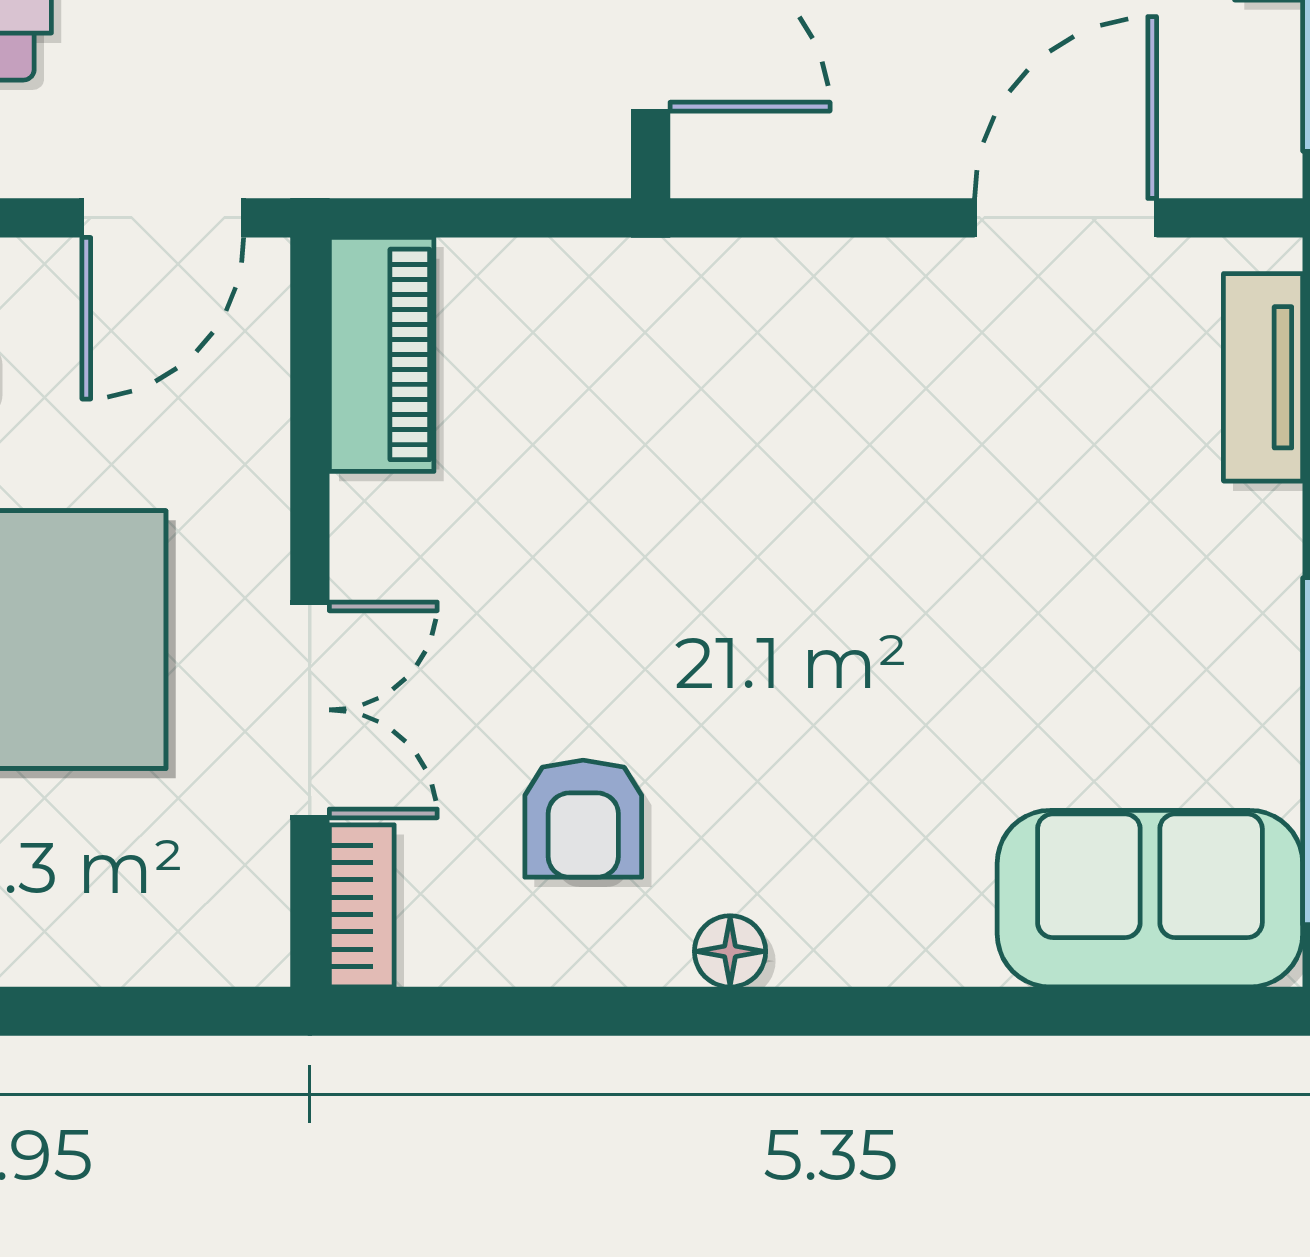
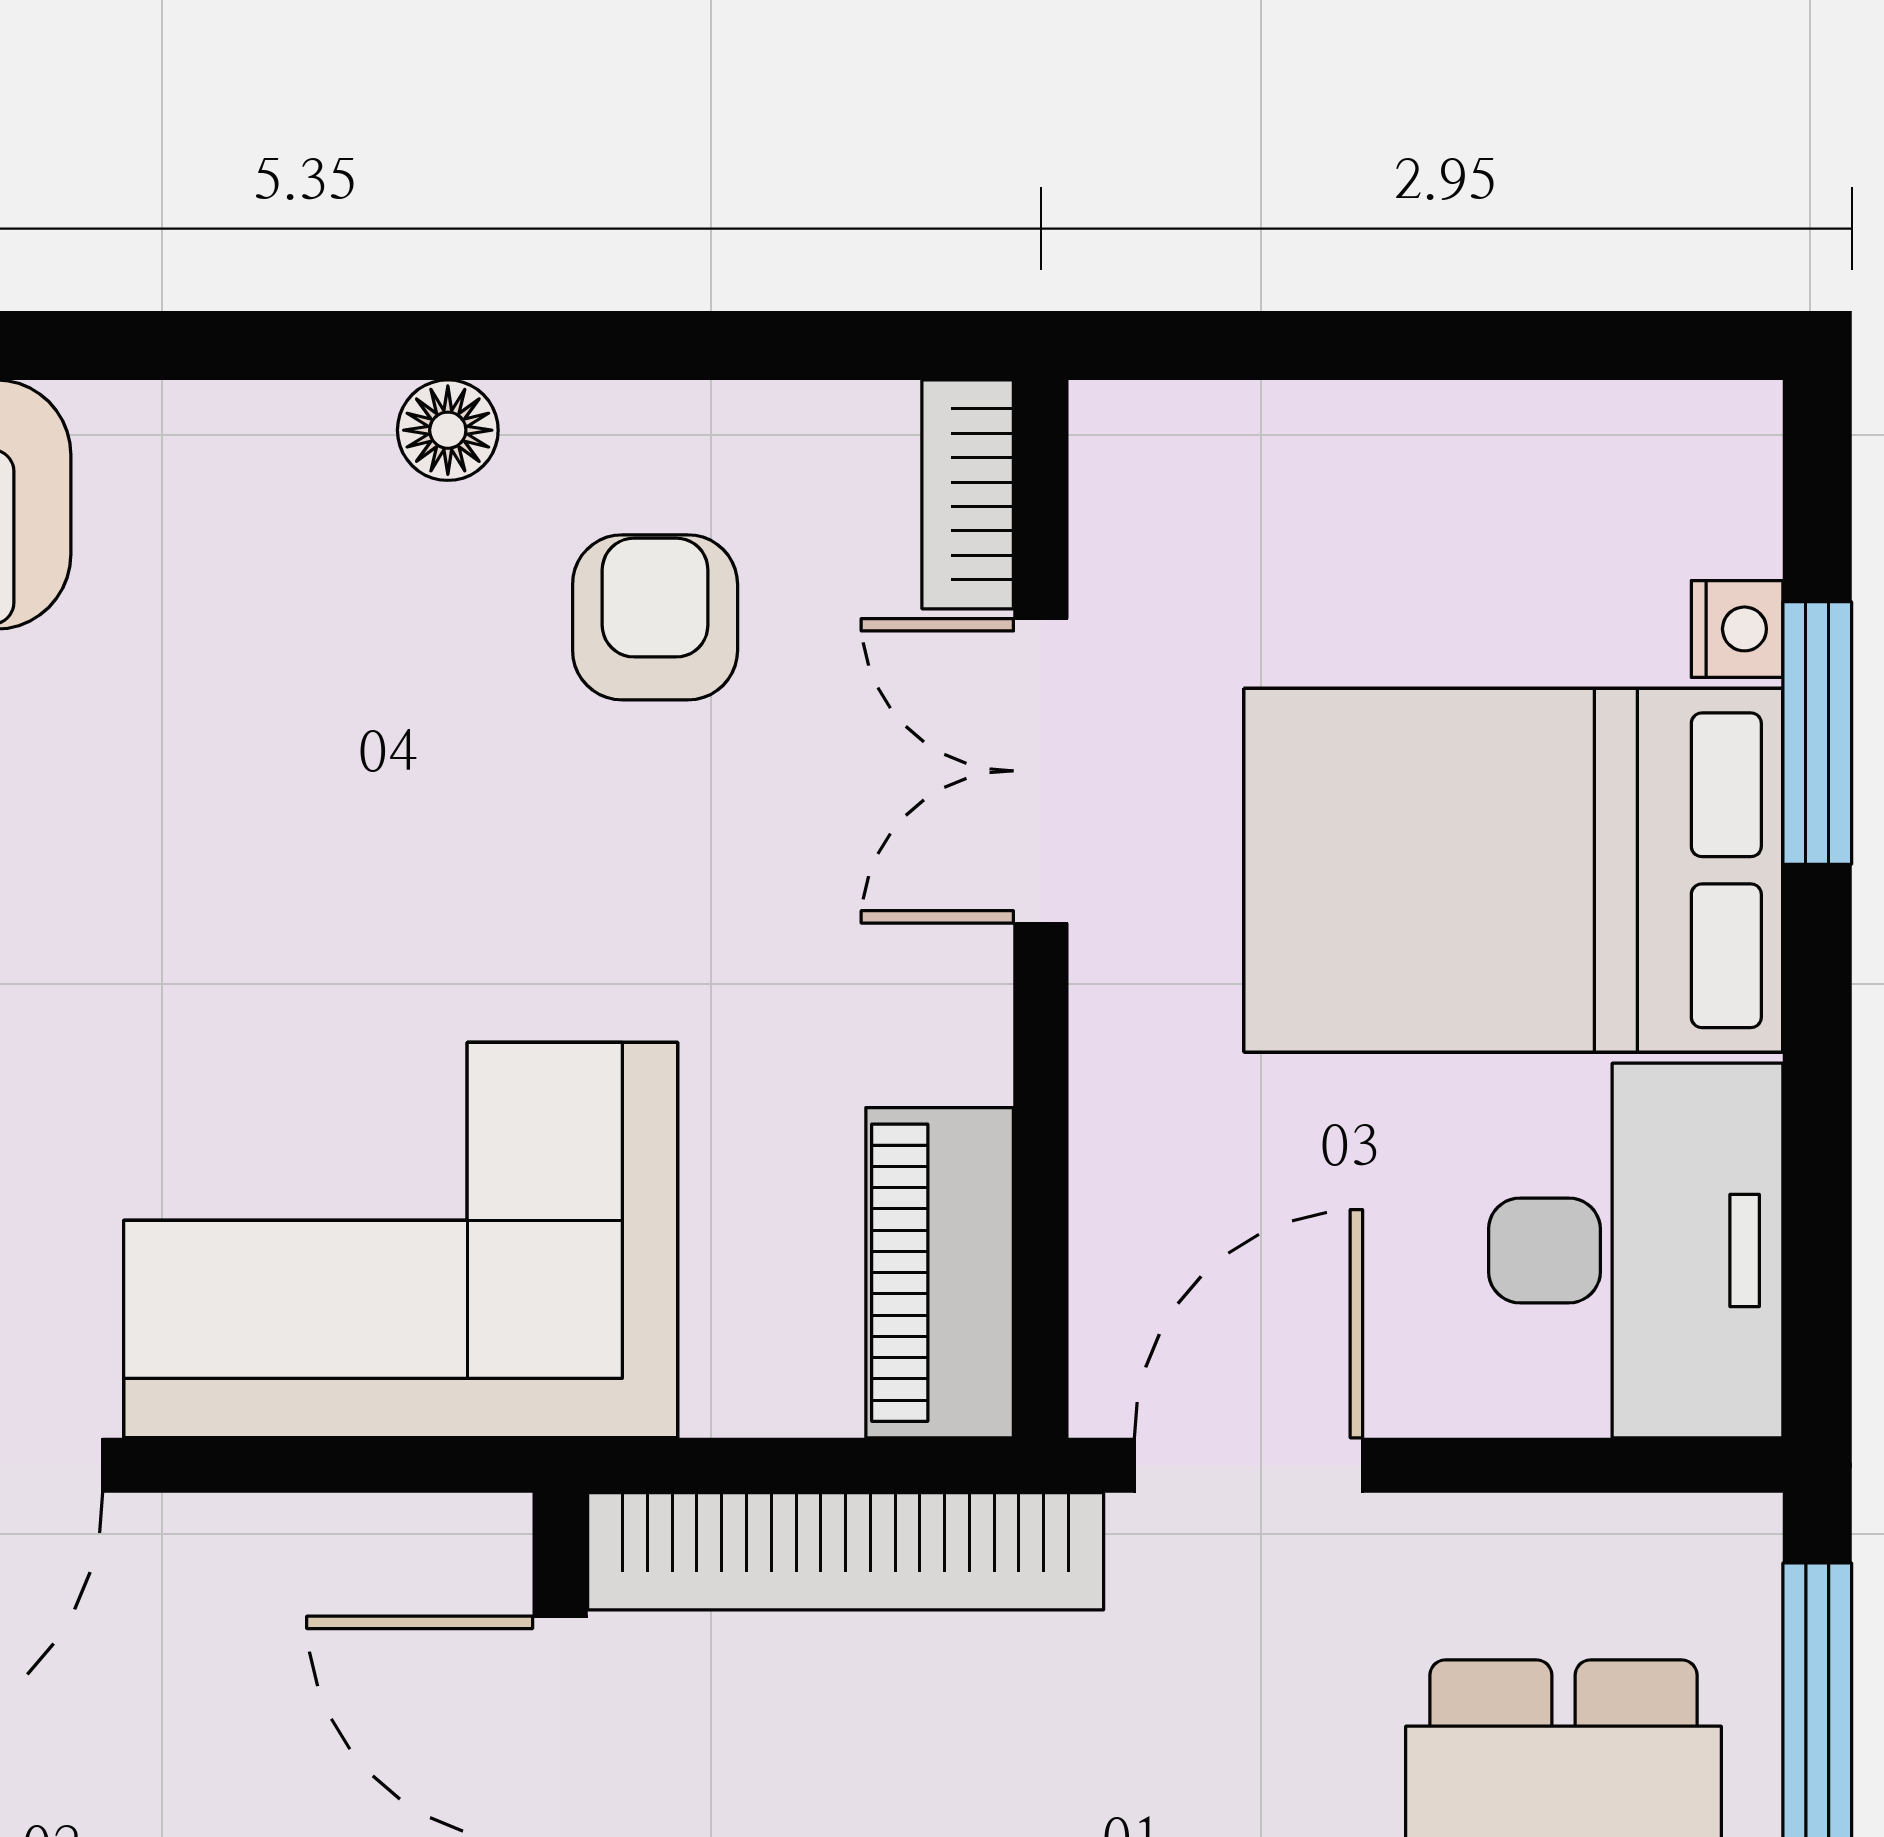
bookcase: (448, 157) -> (846, 1551), added
corner sofa: (763, 378) -> (401, 1240), added

